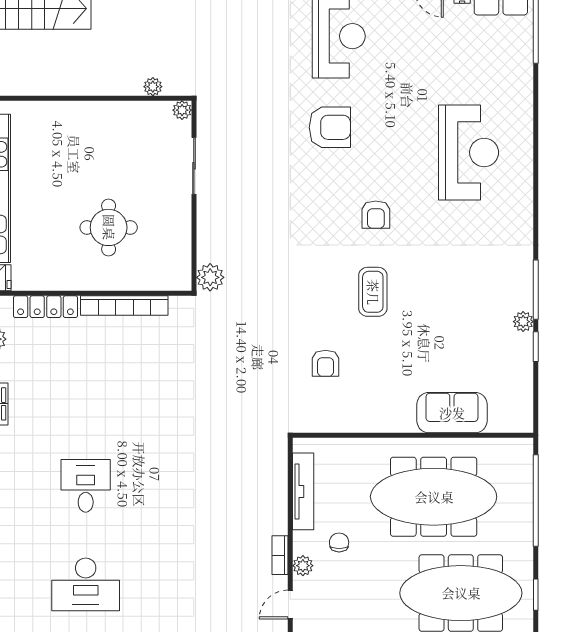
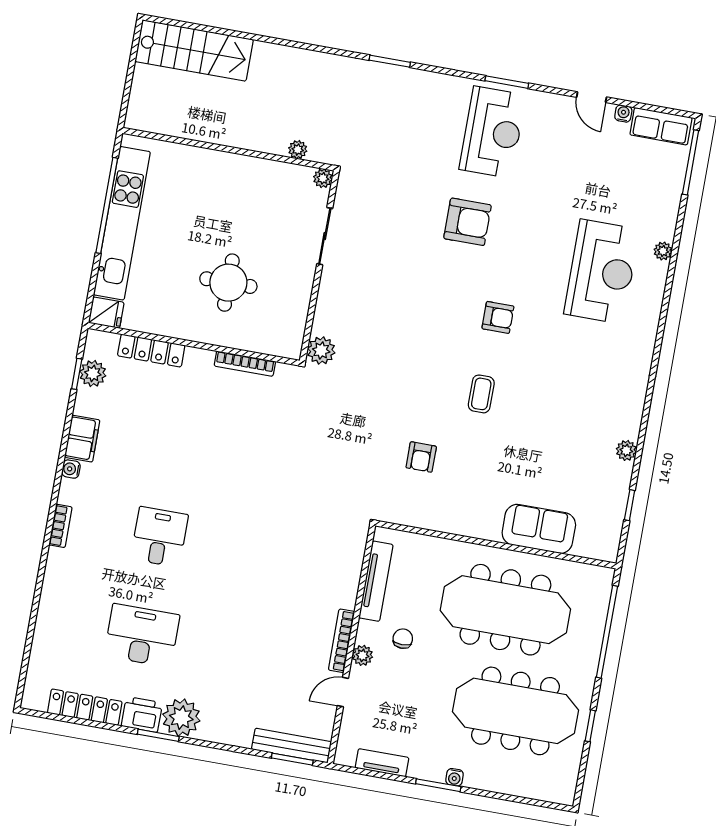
plant: (524, 122) -> (663, 251), added
armchair: (376, 215) -> (498, 317), turned -90
window: (536, 290) -> (645, 421), removed
coffee table: (373, 292) -> (481, 394), width x0.73, depth x0.77
bookcase: (124, 306) -> (245, 364), width x0.68, depth x0.76
window: (536, 347) -> (630, 505), moved
bookcase: (280, 555) -> (341, 641), width x1.56
desk: (86, 584) -> (142, 635), turned 180

